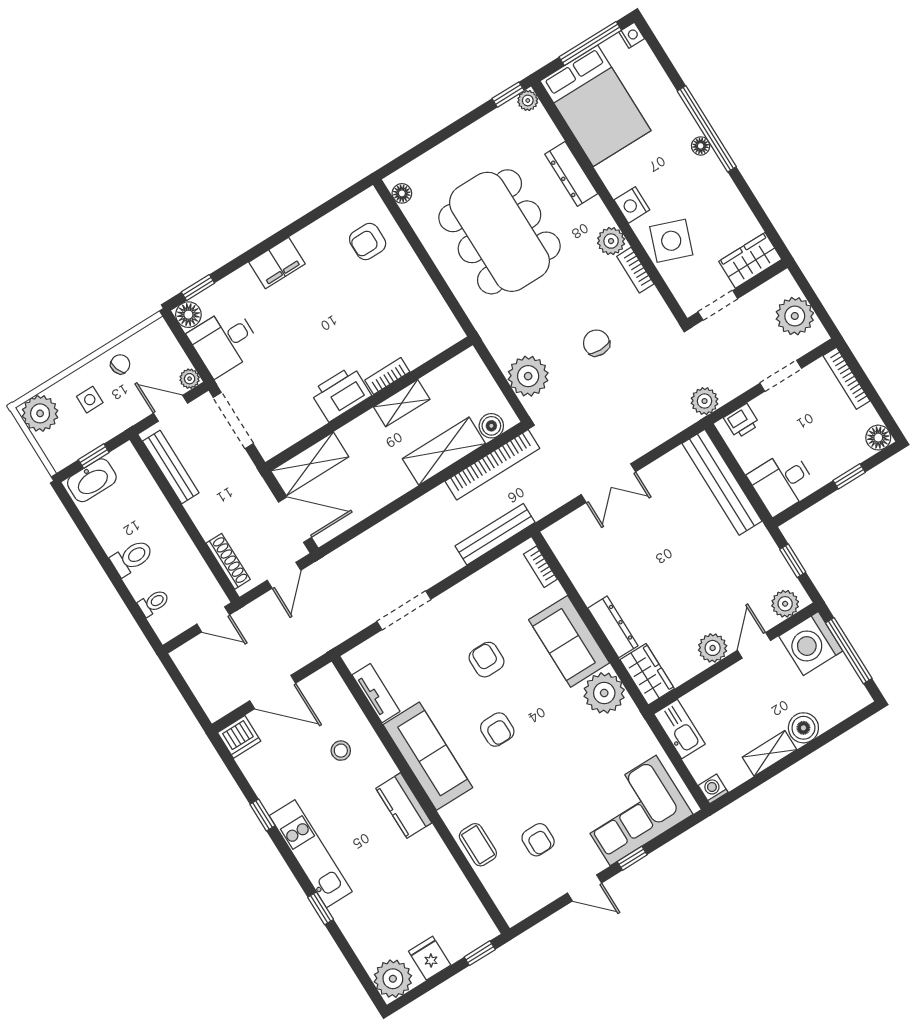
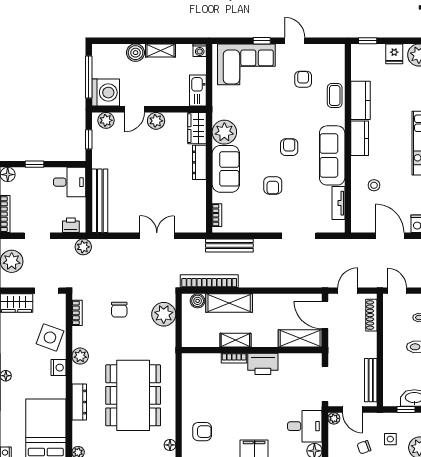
bookcase: (635, 270) -> (77, 313), moved
kitchen counter: (436, 861) -> (361, 100), added

